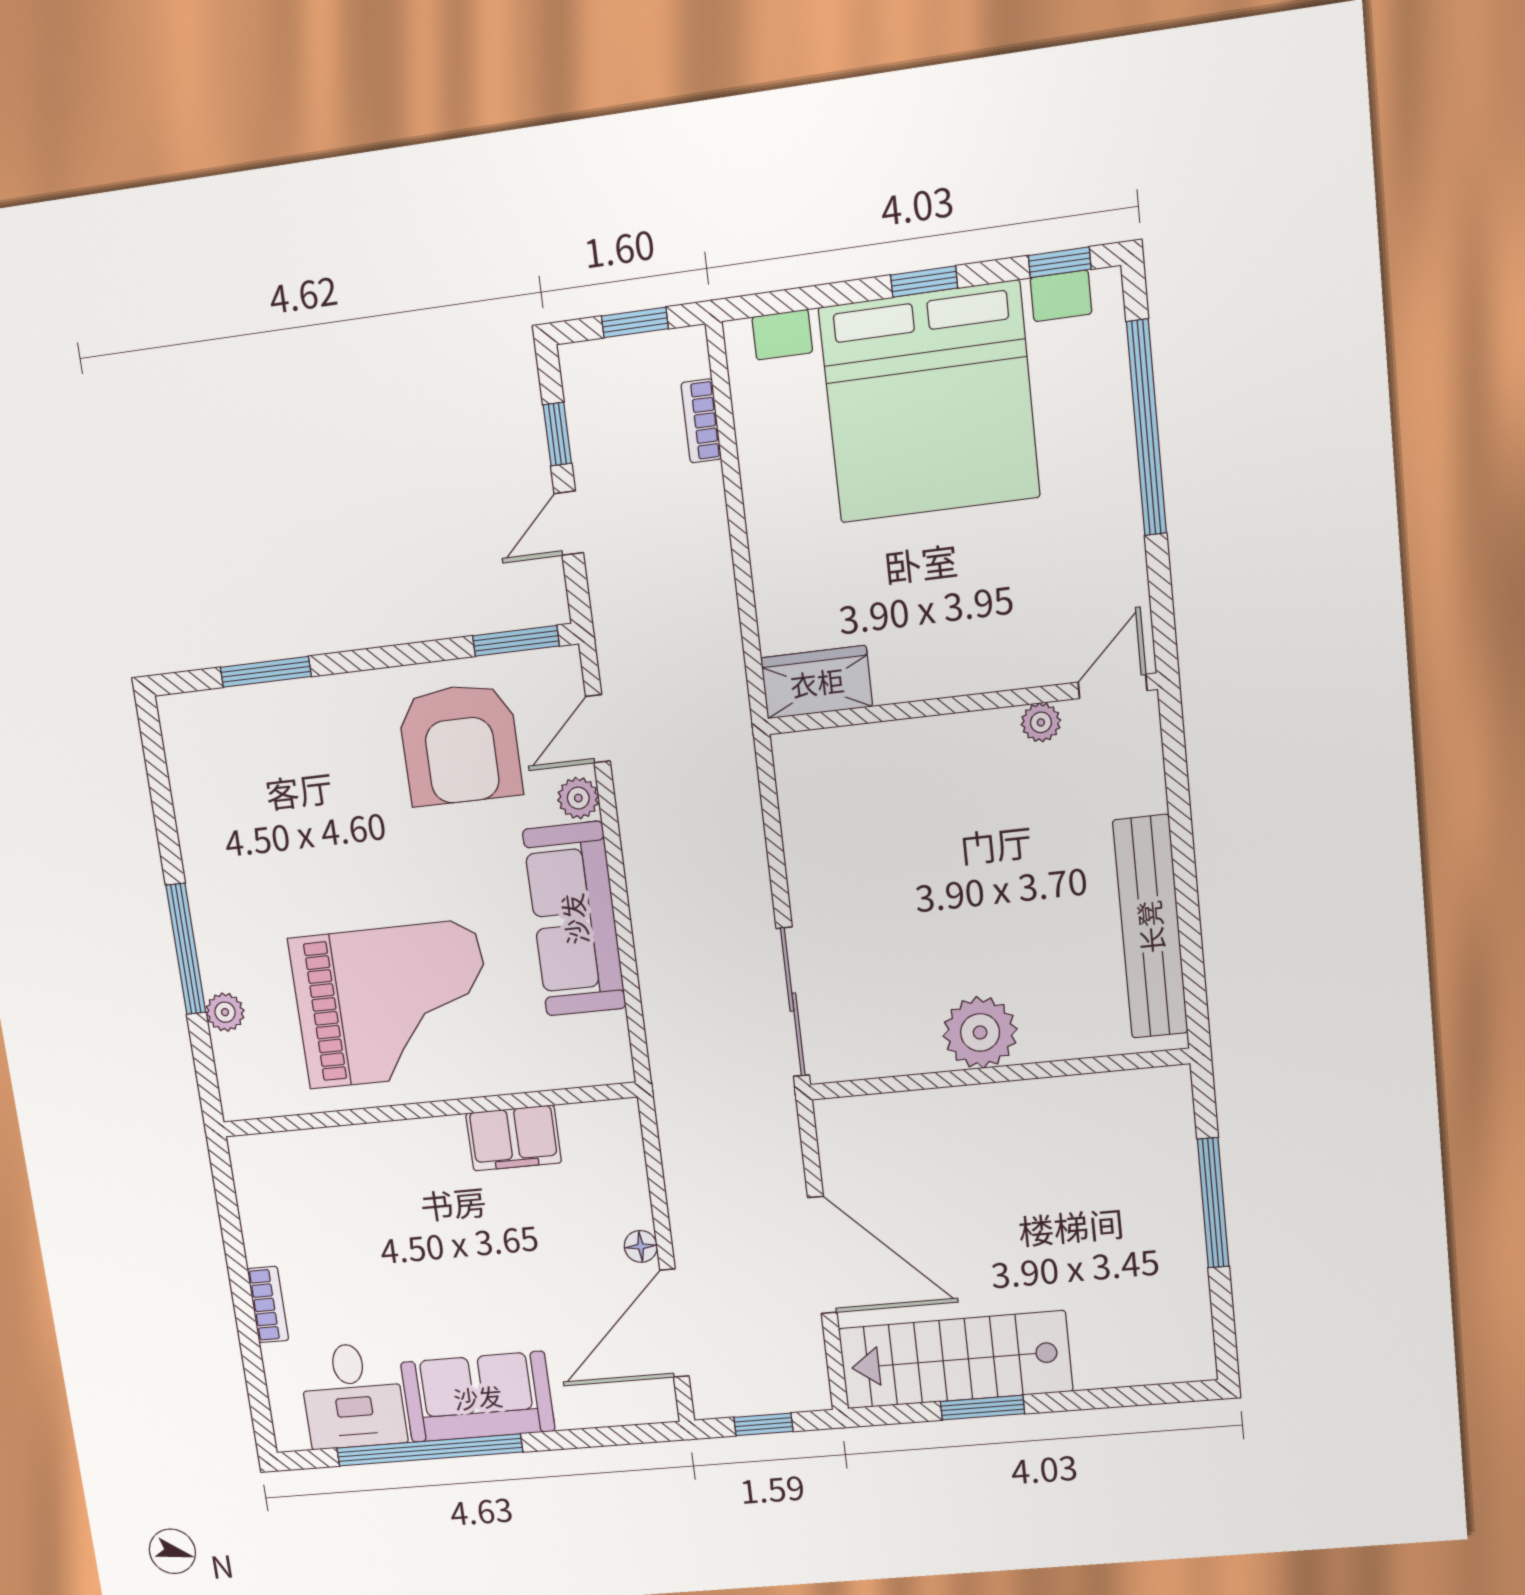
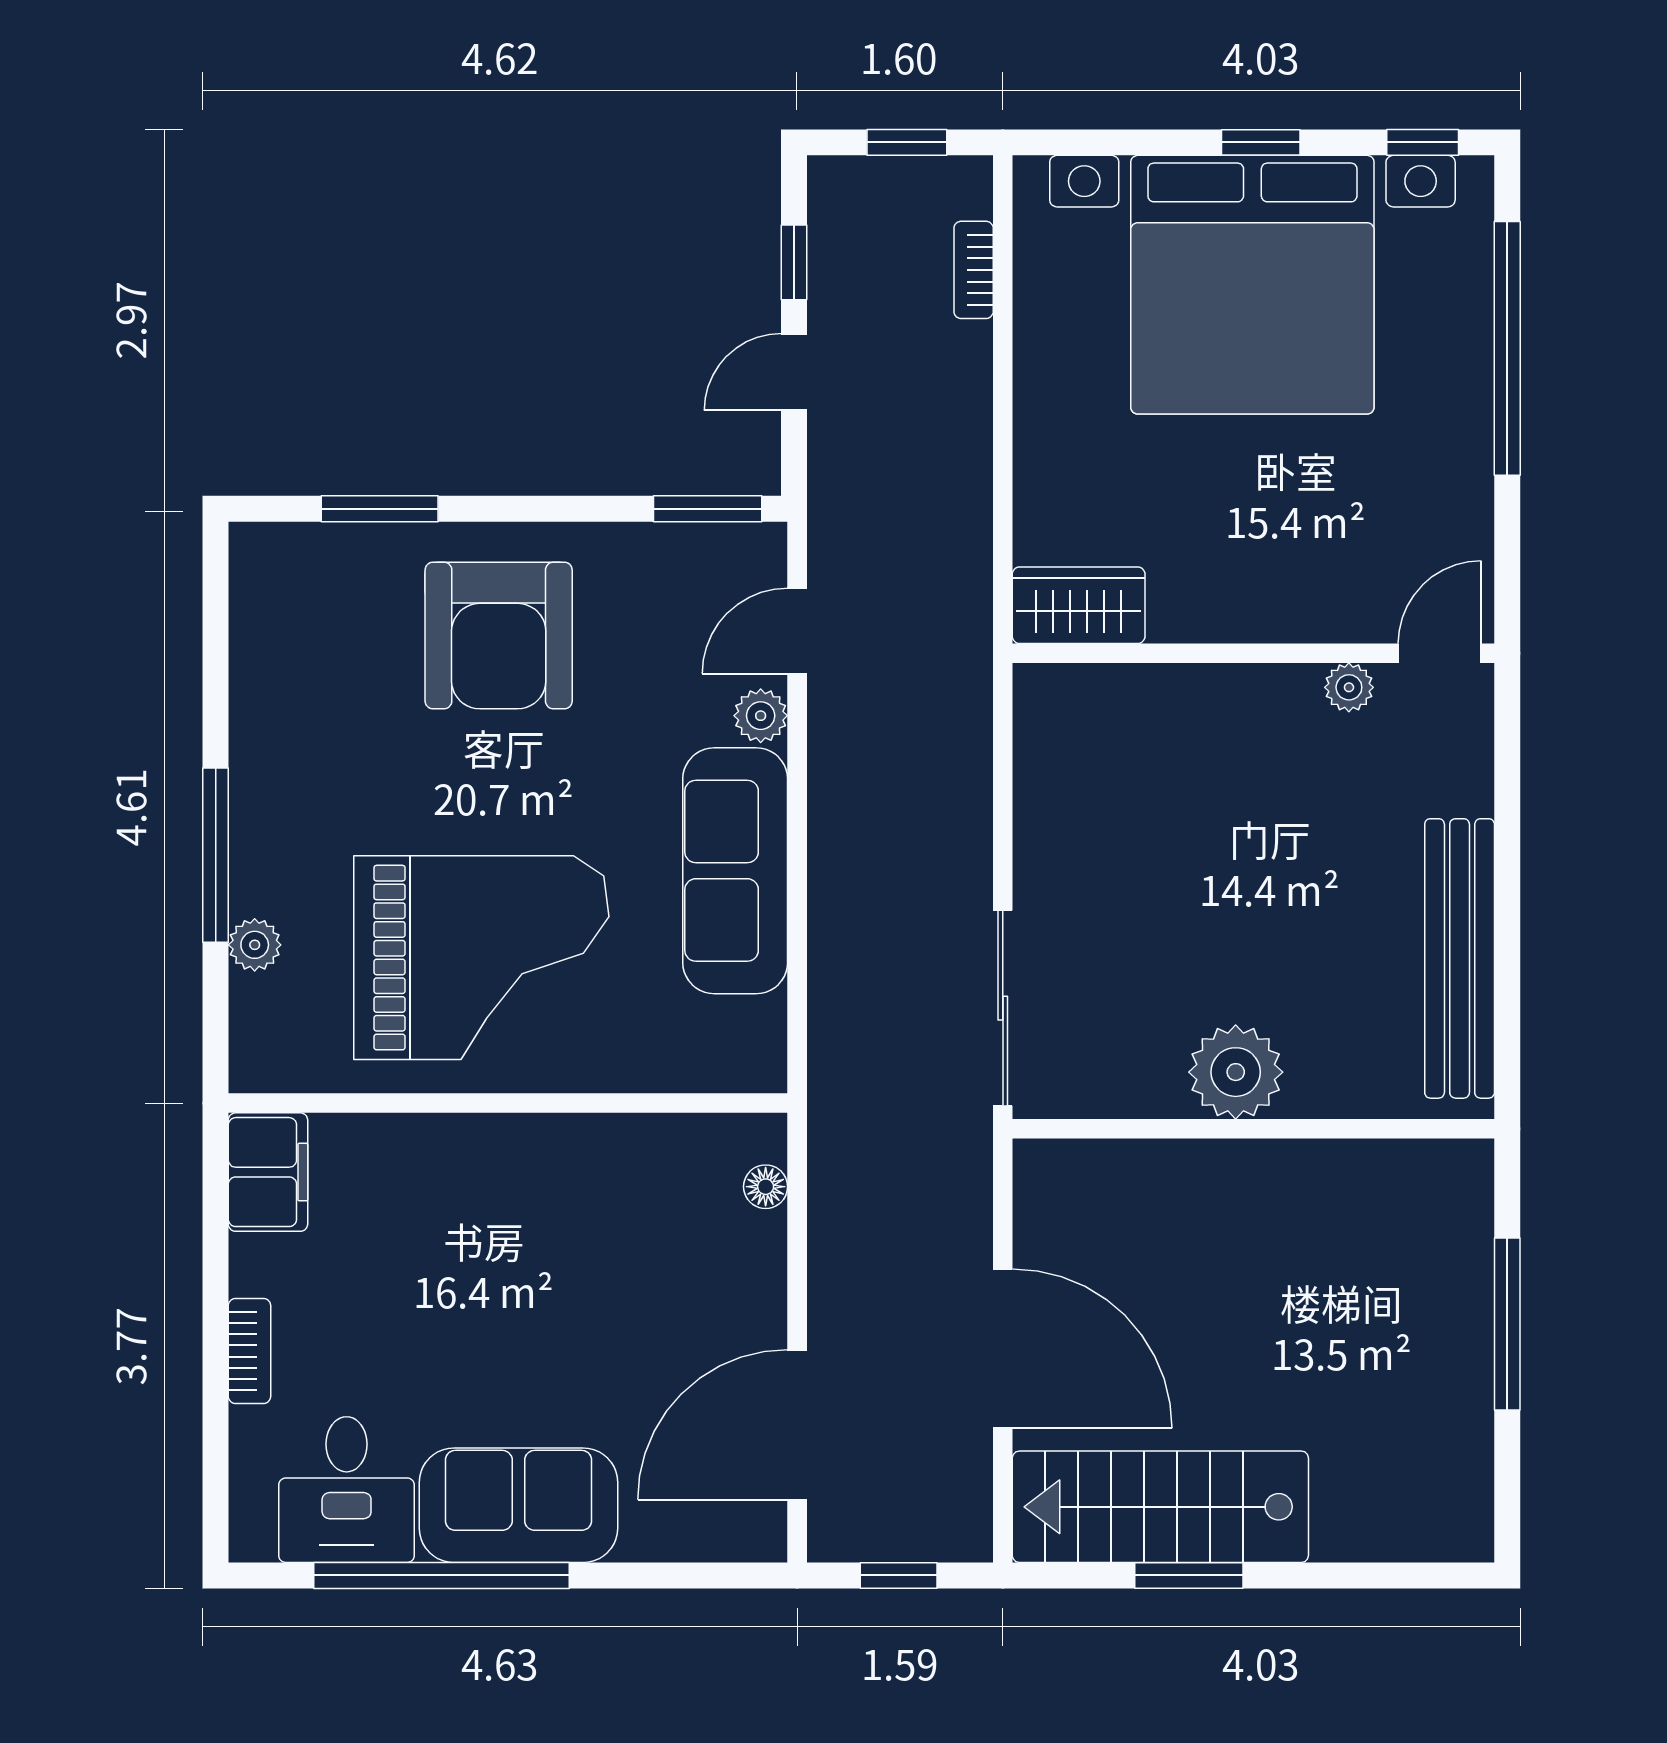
armchair: (460, 744) -> (499, 636), moved
filing cabinet: (514, 1138) -> (268, 1172), moved, turned -90
floor lamp: (641, 1246) -> (766, 1187), moved

